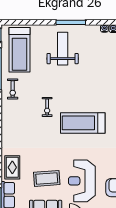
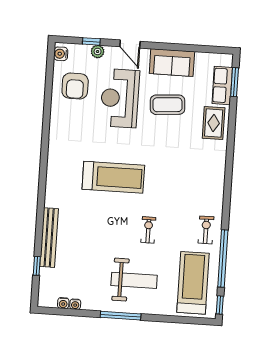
weight bench: (63, 49) -> (134, 280), turned -90
exercise bike: (47, 107) -> (148, 230), moved
reception desk: (82, 181) -> (120, 98), turned 180

